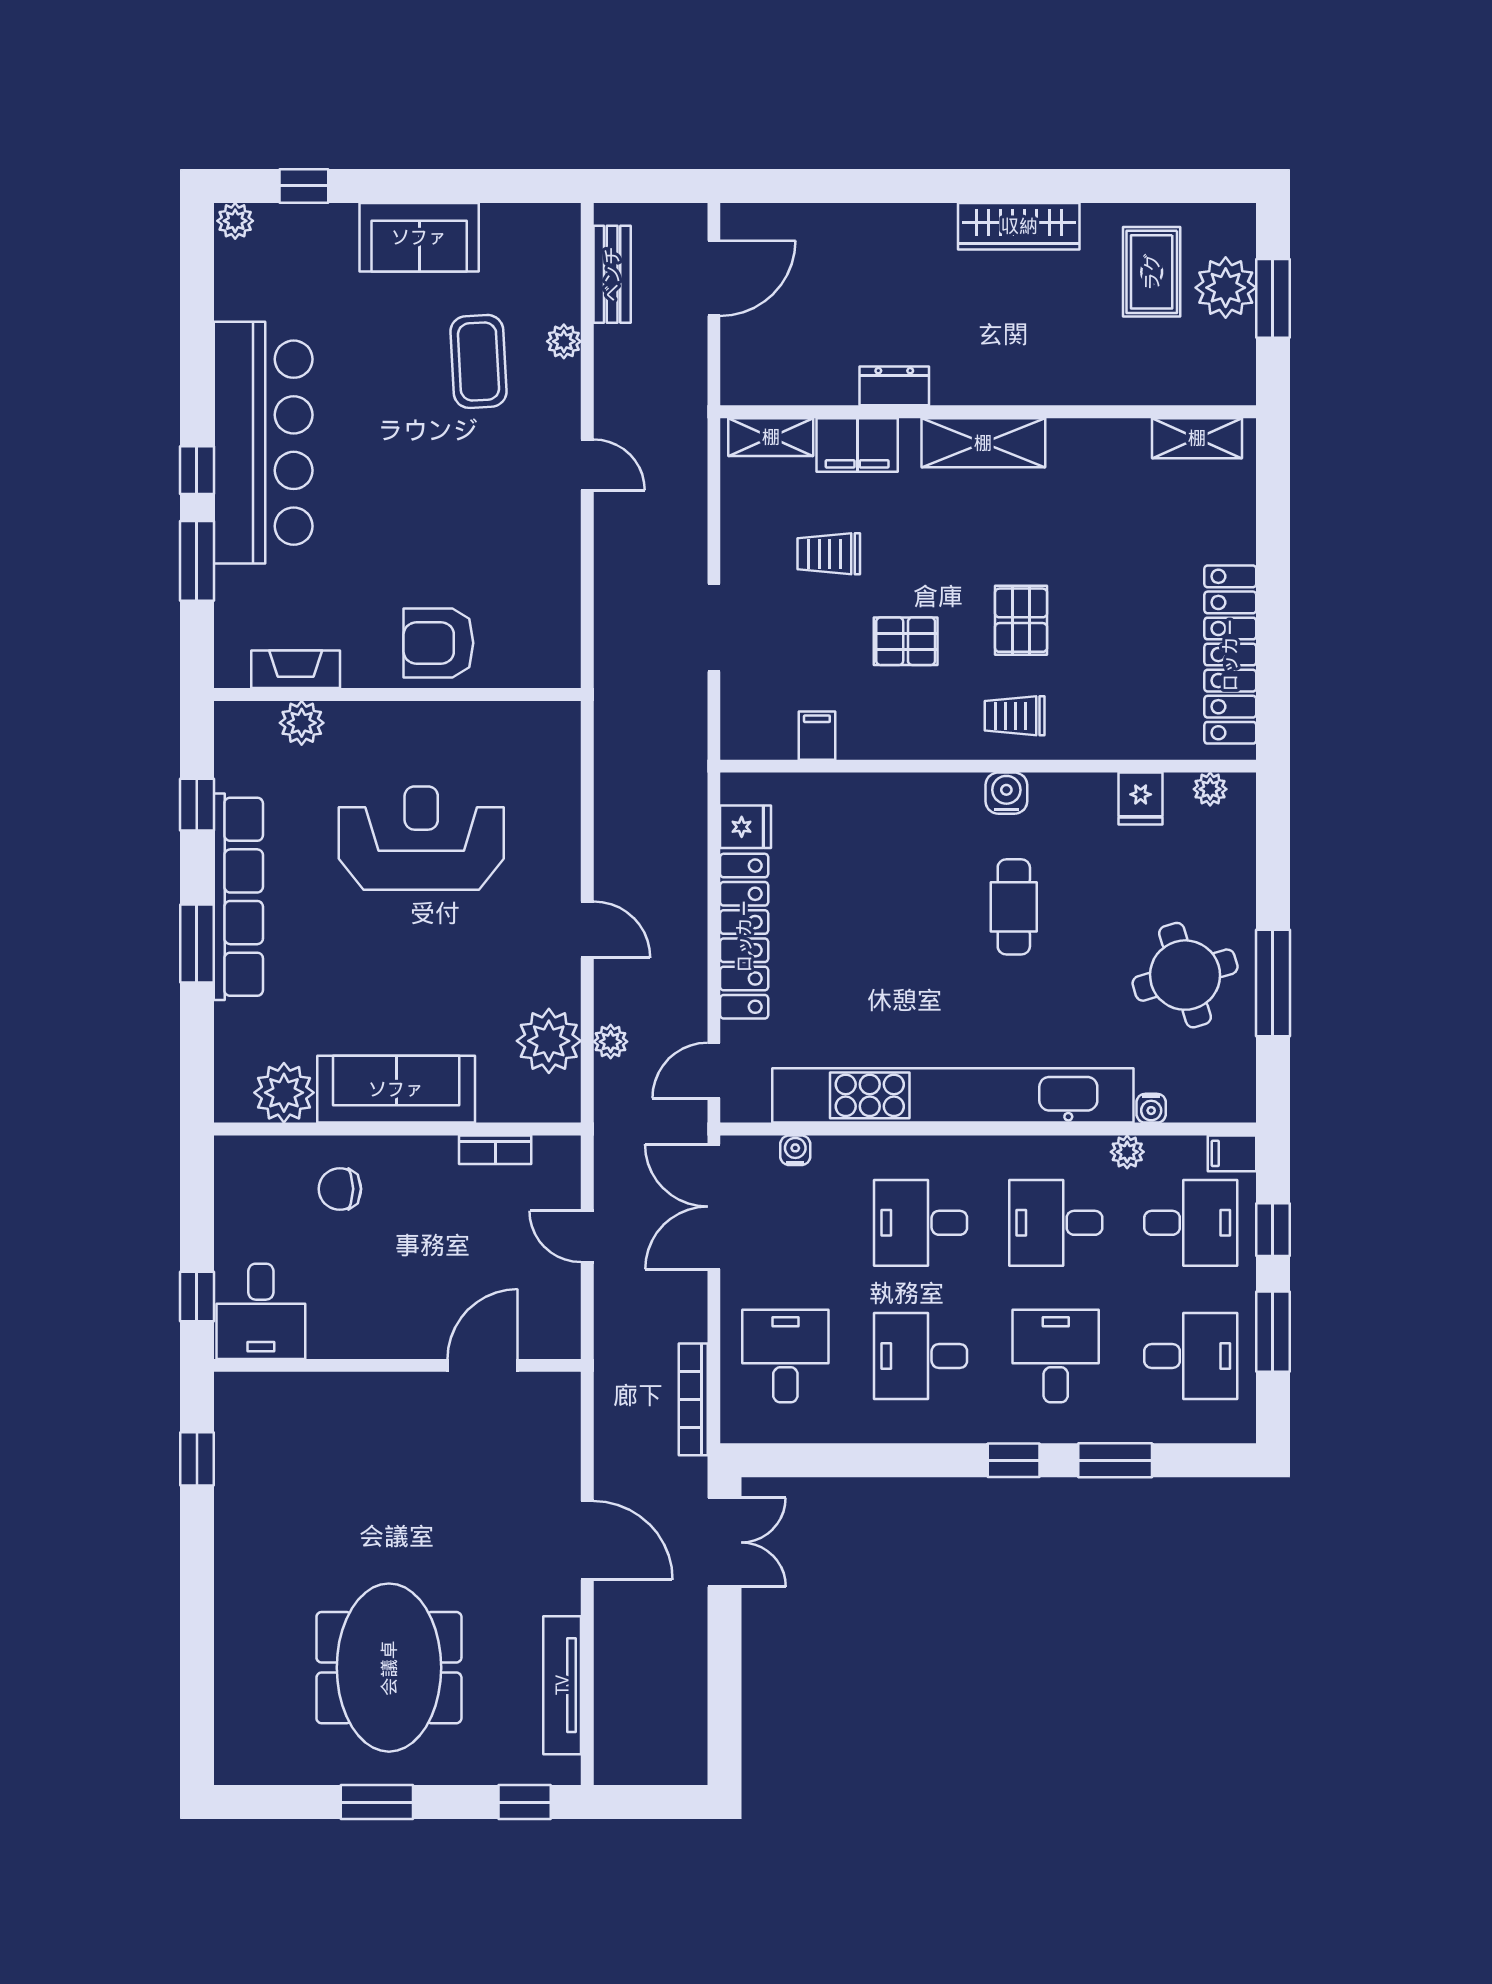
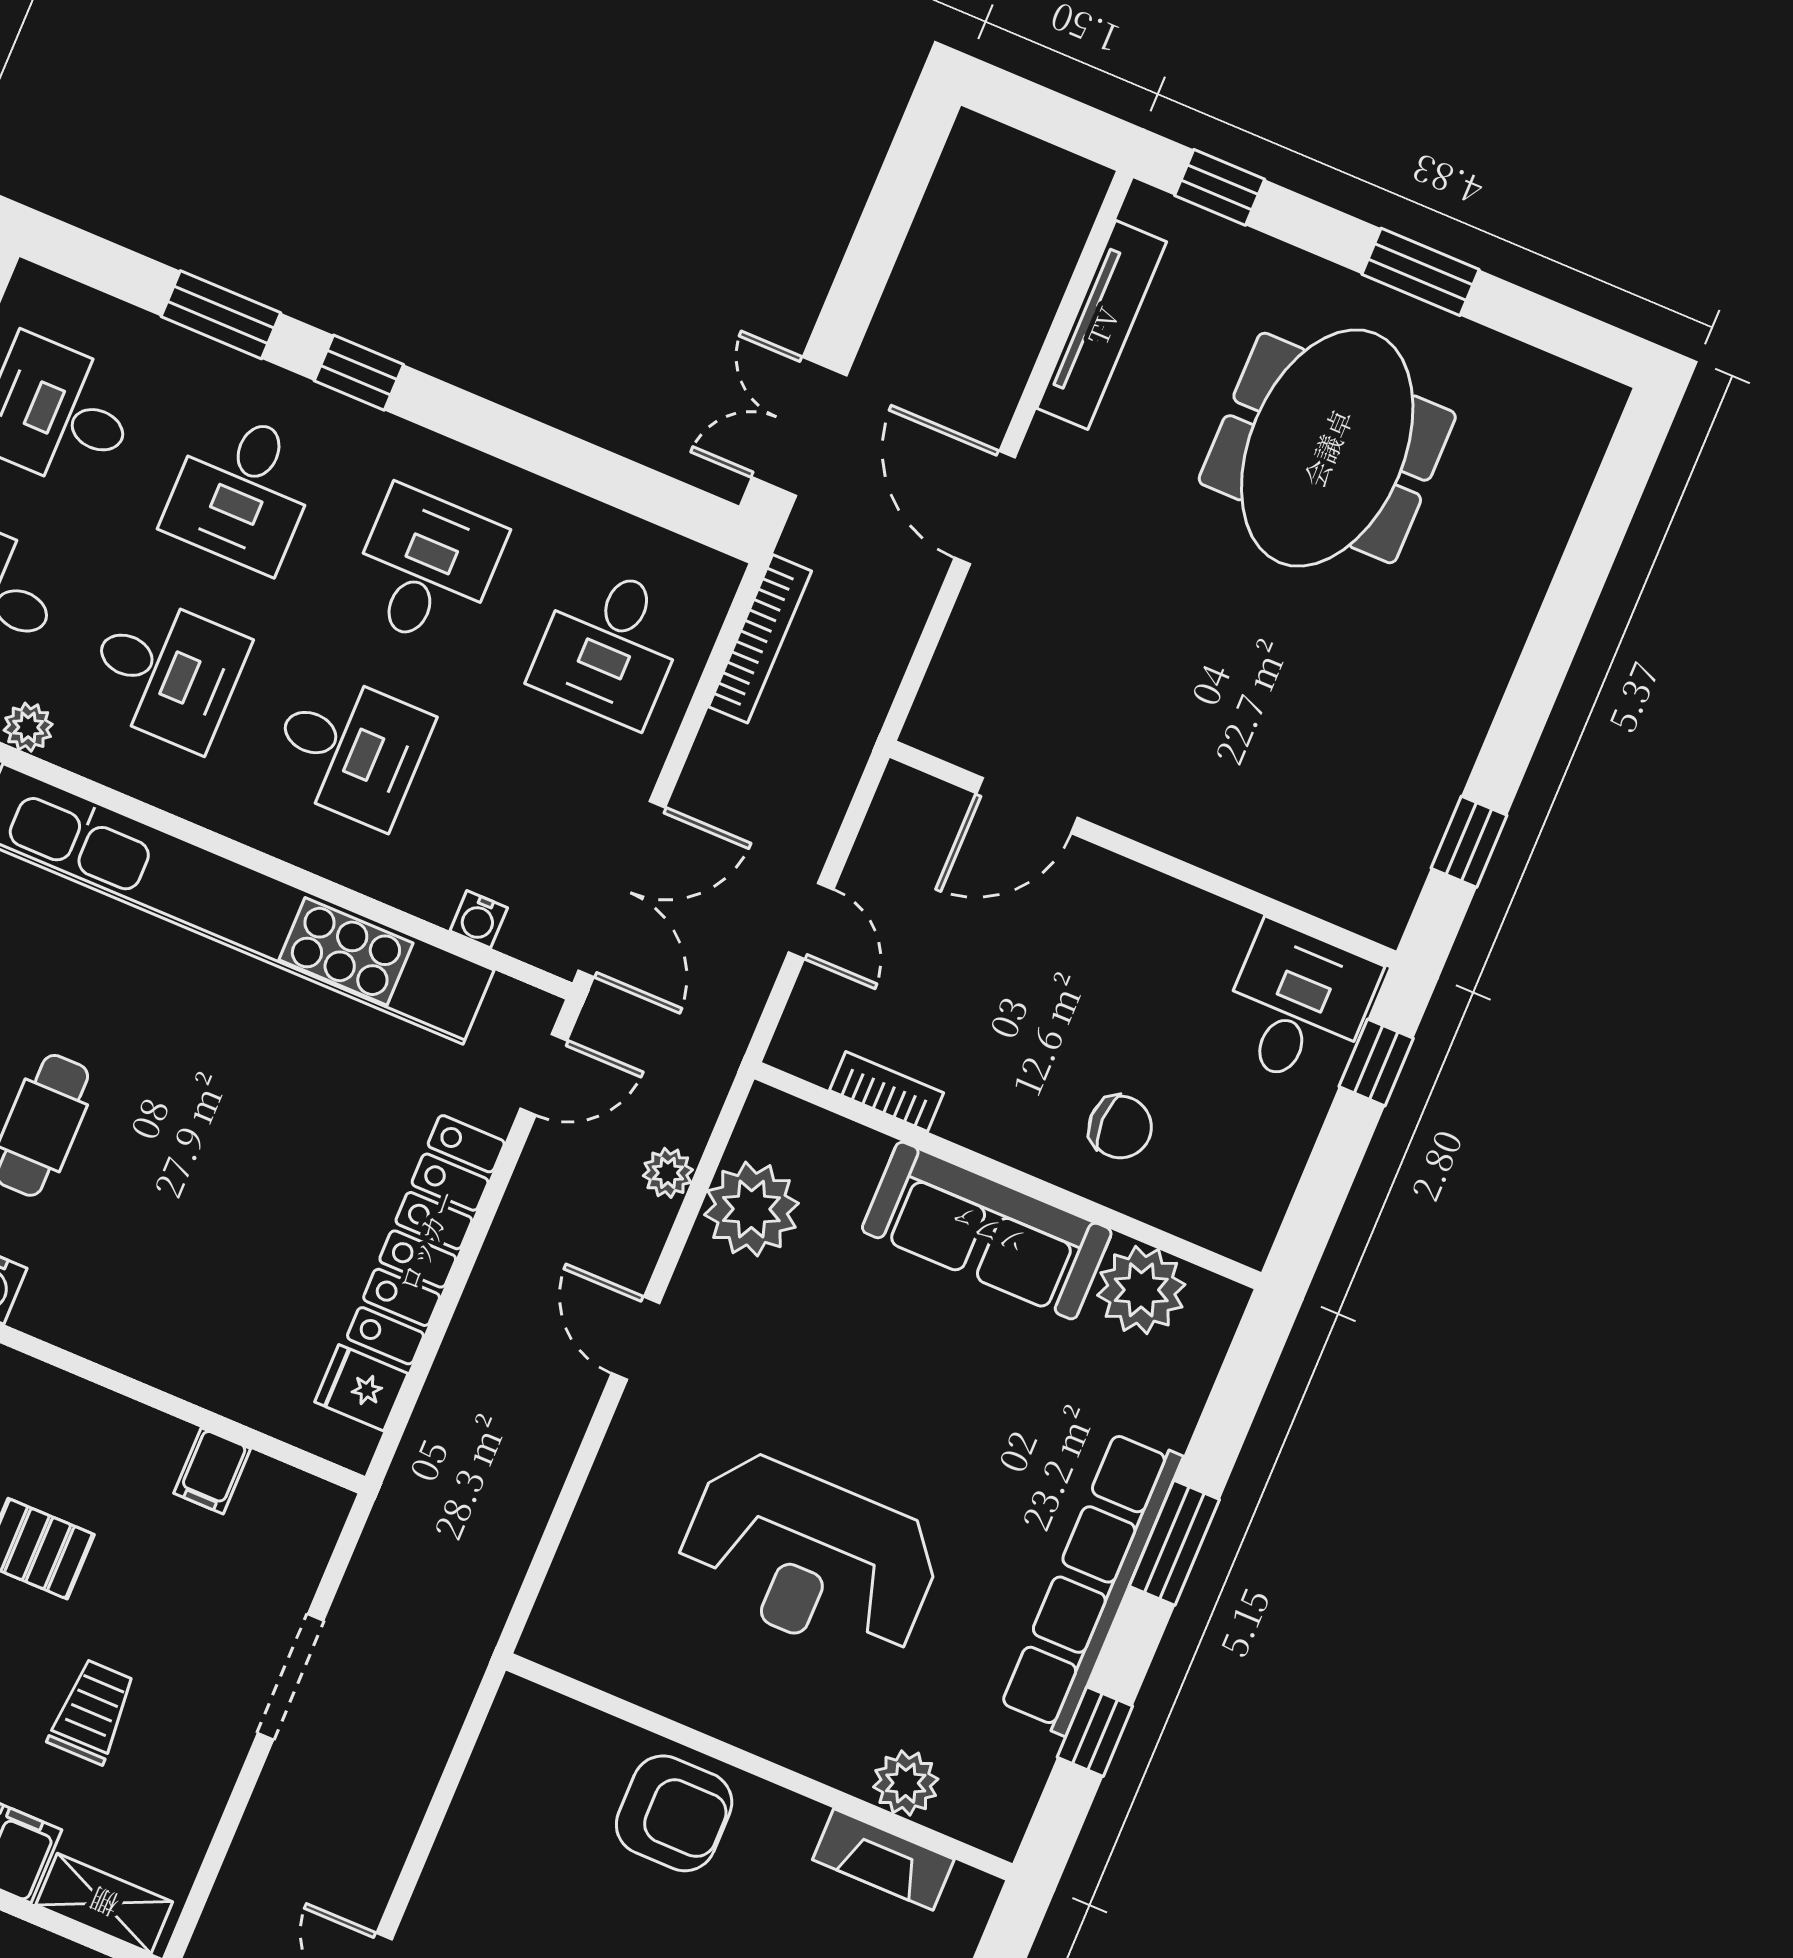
trolley: (829, 554) -> (92, 1712), turned -90
desk: (921, 1356) -> (426, 568), turned -90

